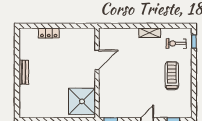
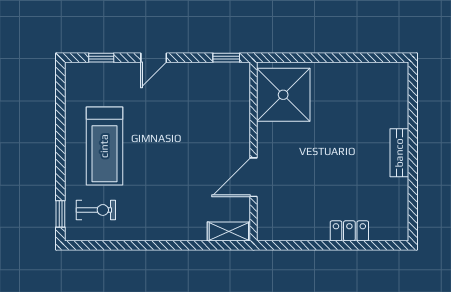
shelving: (150, 33) -> (229, 231), moved
treadmill: (172, 76) -> (104, 146), width x1.37, depth x1.38

